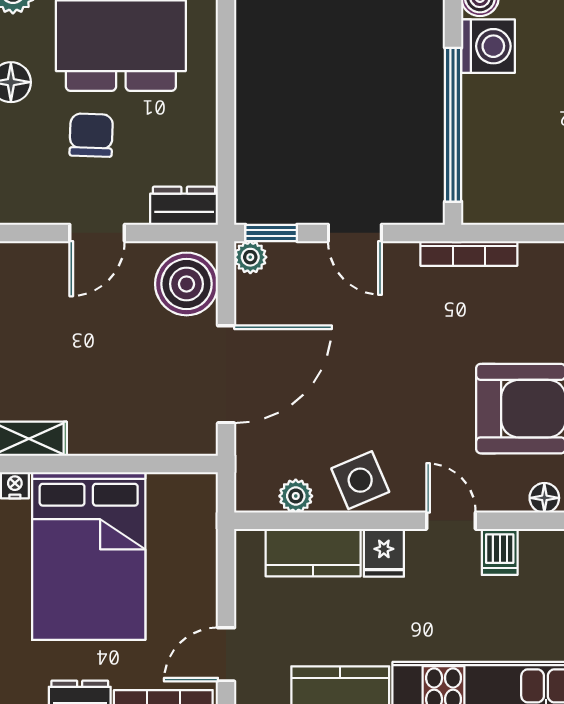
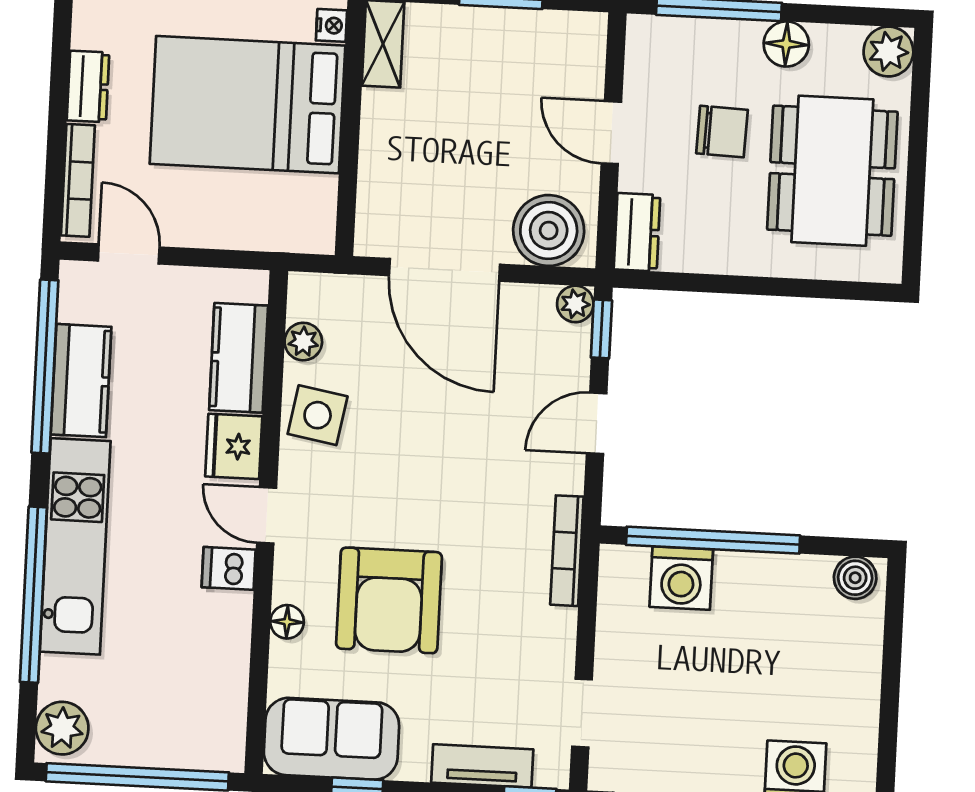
washing machine: (488, 46) -> (681, 578), moved
side table: (360, 480) -> (318, 415), turned 33
door: (451, 521) -> (267, 515), swing flipped
fridge: (384, 553) -> (234, 446), width x1.38

